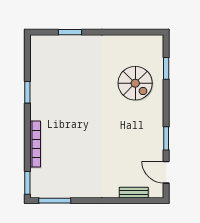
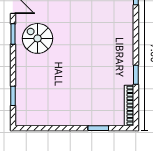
spiral stairs: (135, 83) -> (38, 38), moved
bookcase: (35, 144) -> (129, 105), moved

